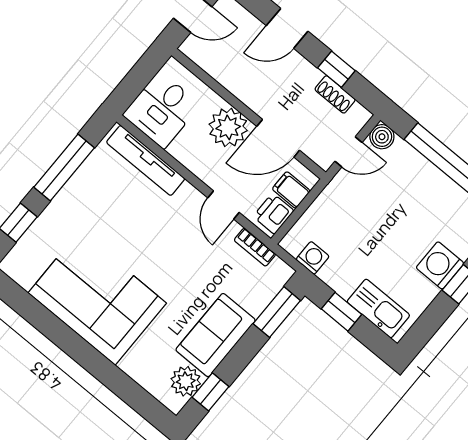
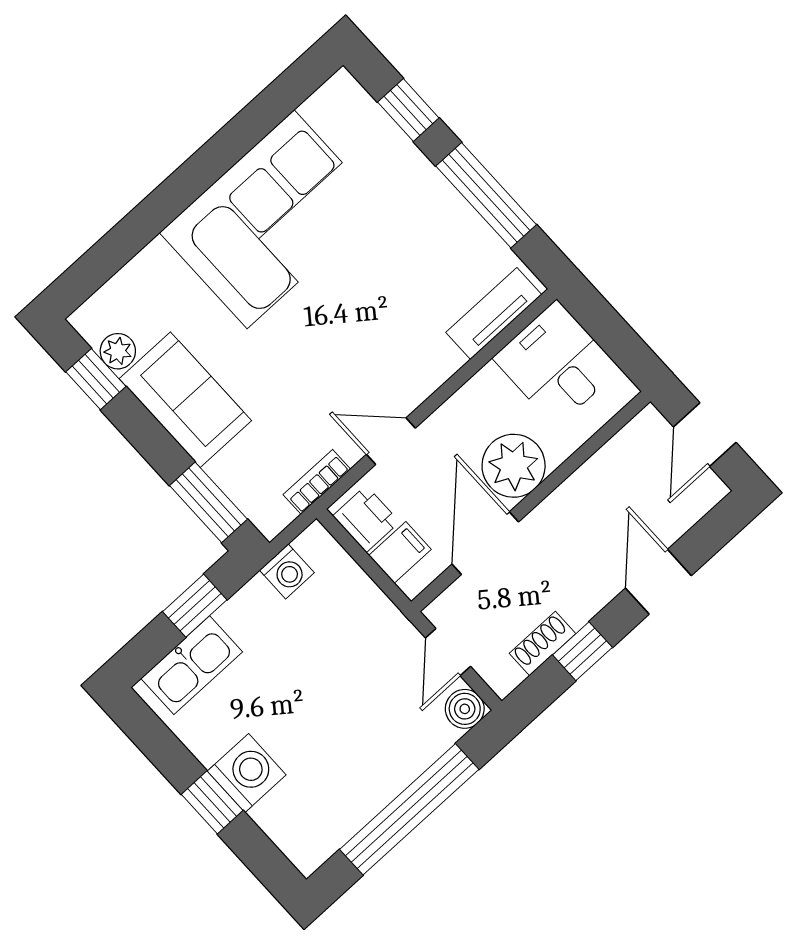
tv unit: (146, 160) -> (494, 314), width x0.71
plant: (186, 381) -> (118, 351), width x0.73, depth x0.73

